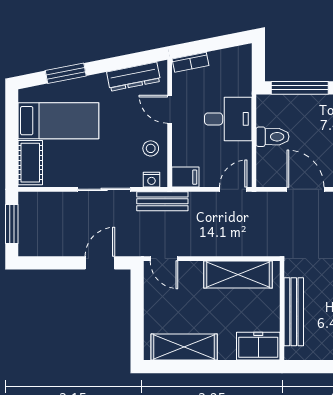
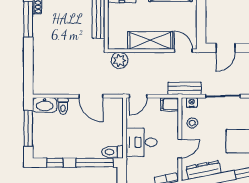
door: (170, 109) -> (180, 149), hinge flipped
toilet: (272, 137) -> (112, 152), moved
plant: (262, 244) -> (120, 60), added
shelving: (238, 274) -> (150, 40), moved

